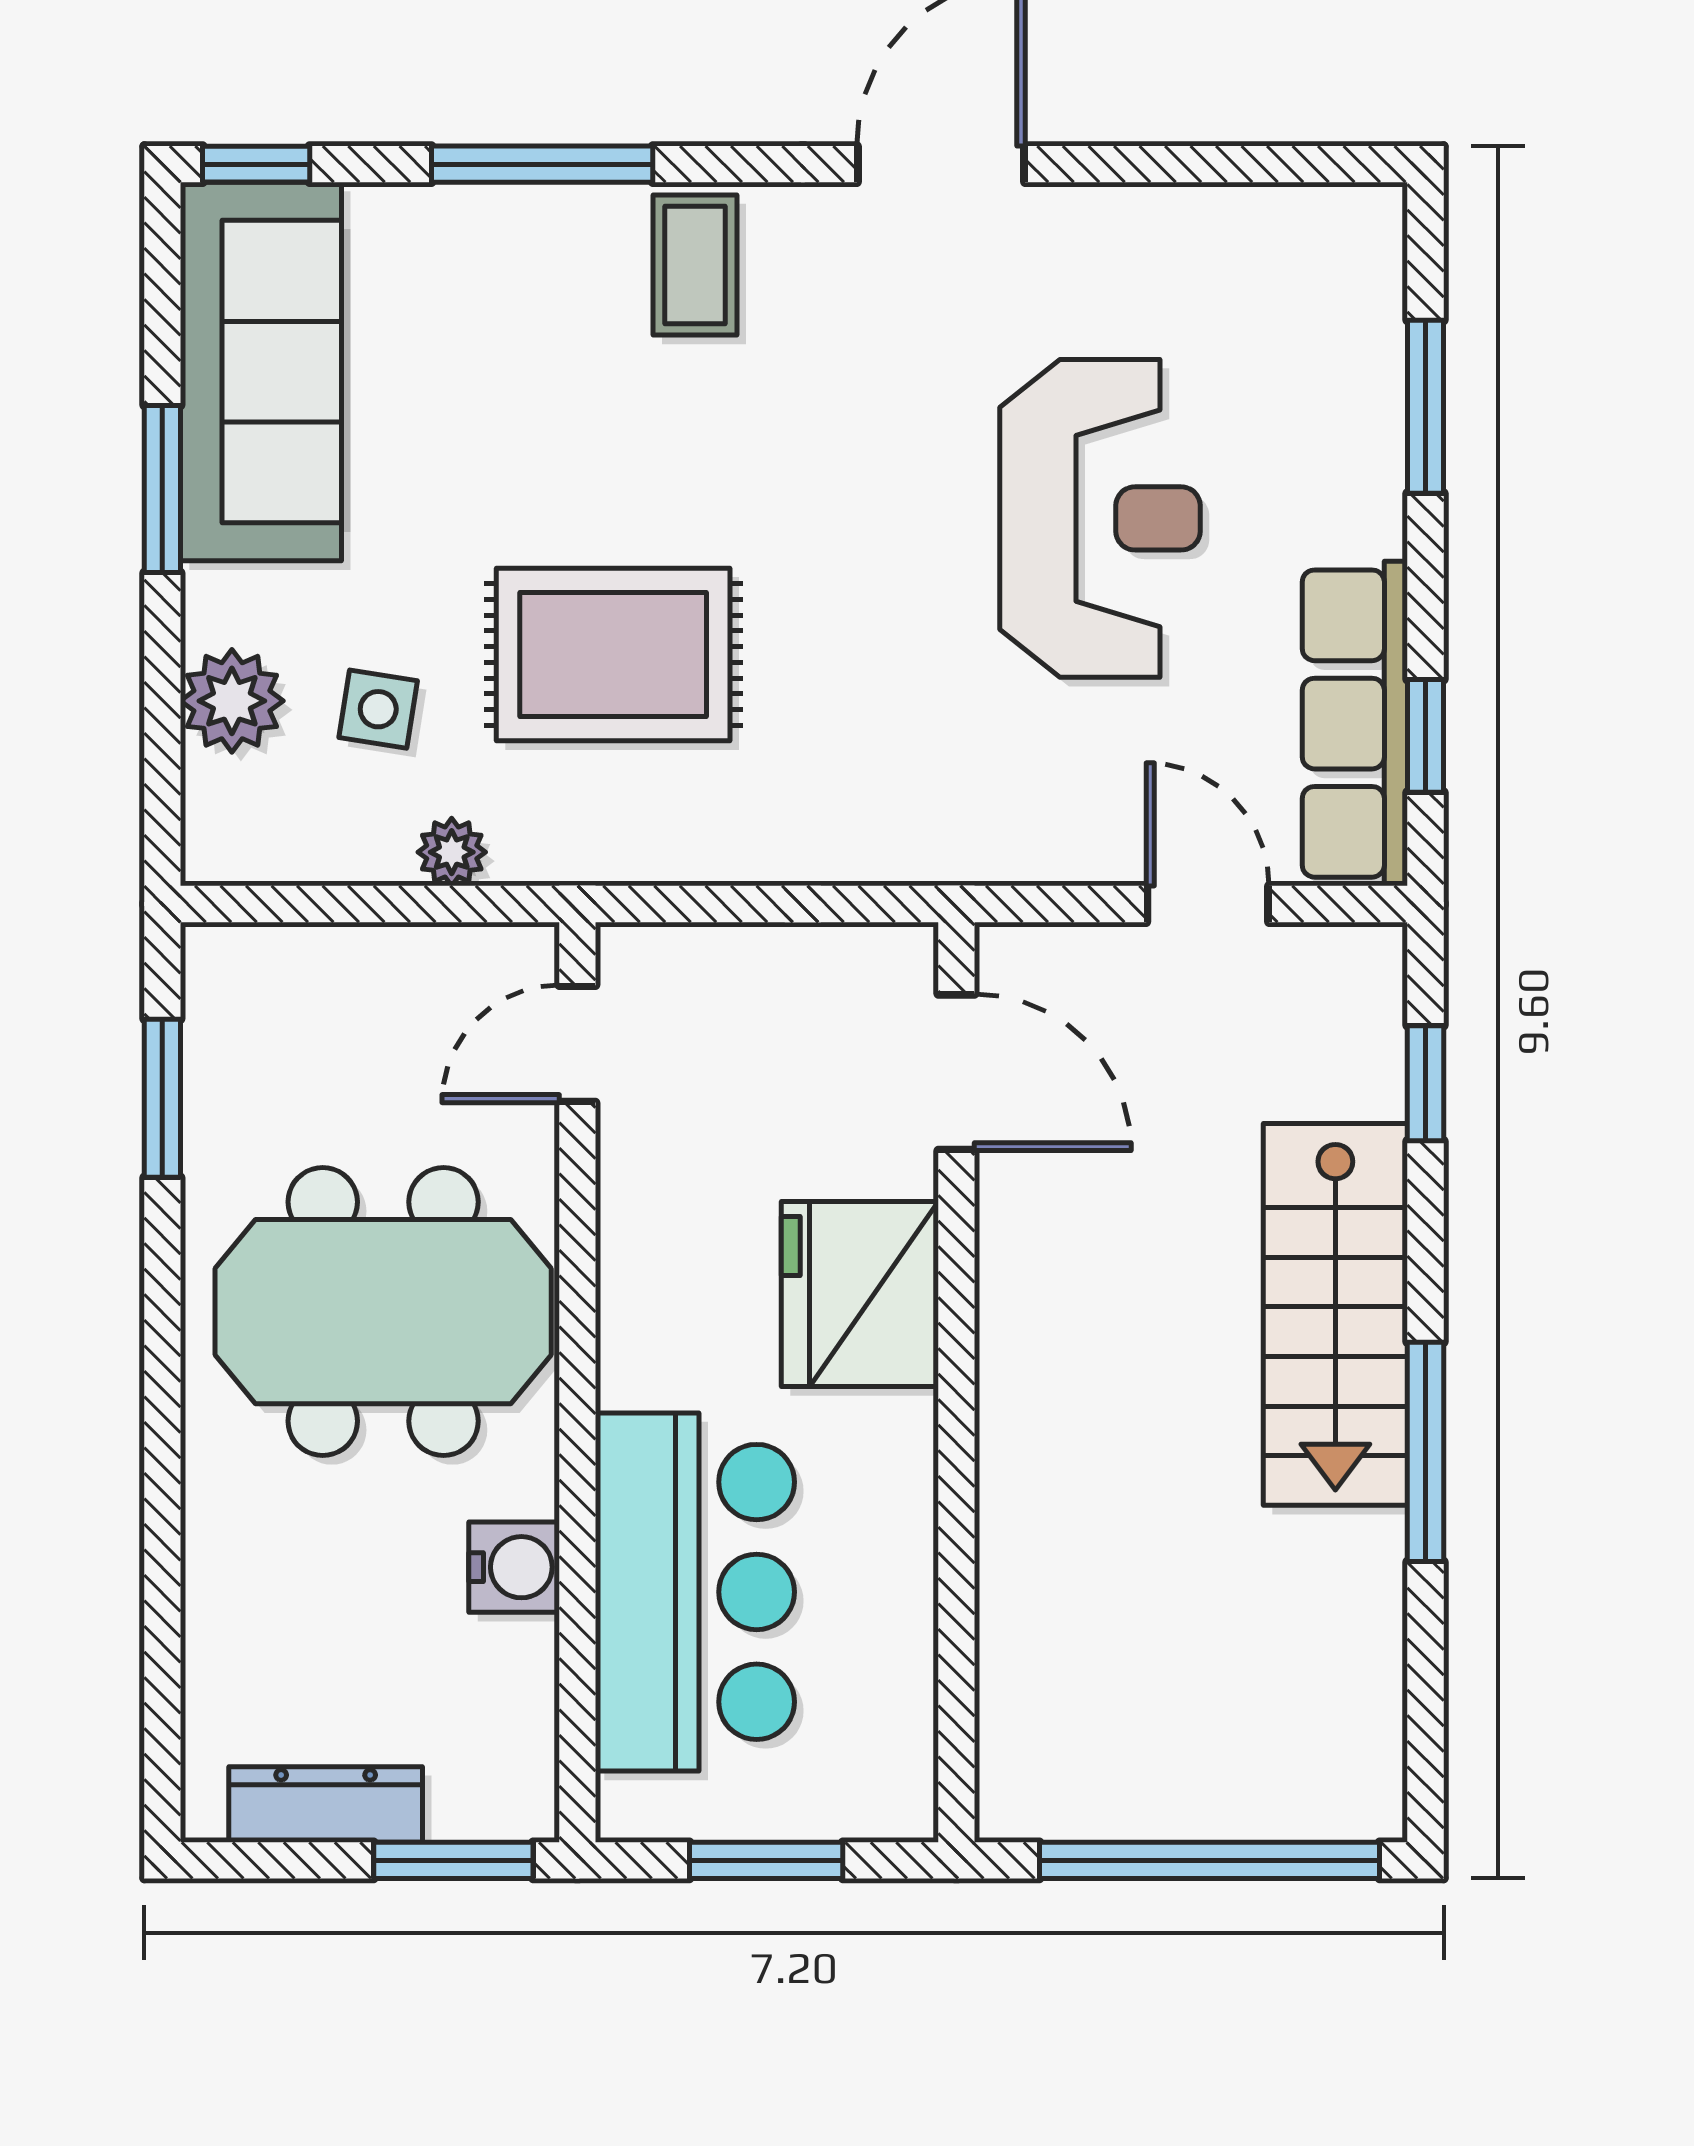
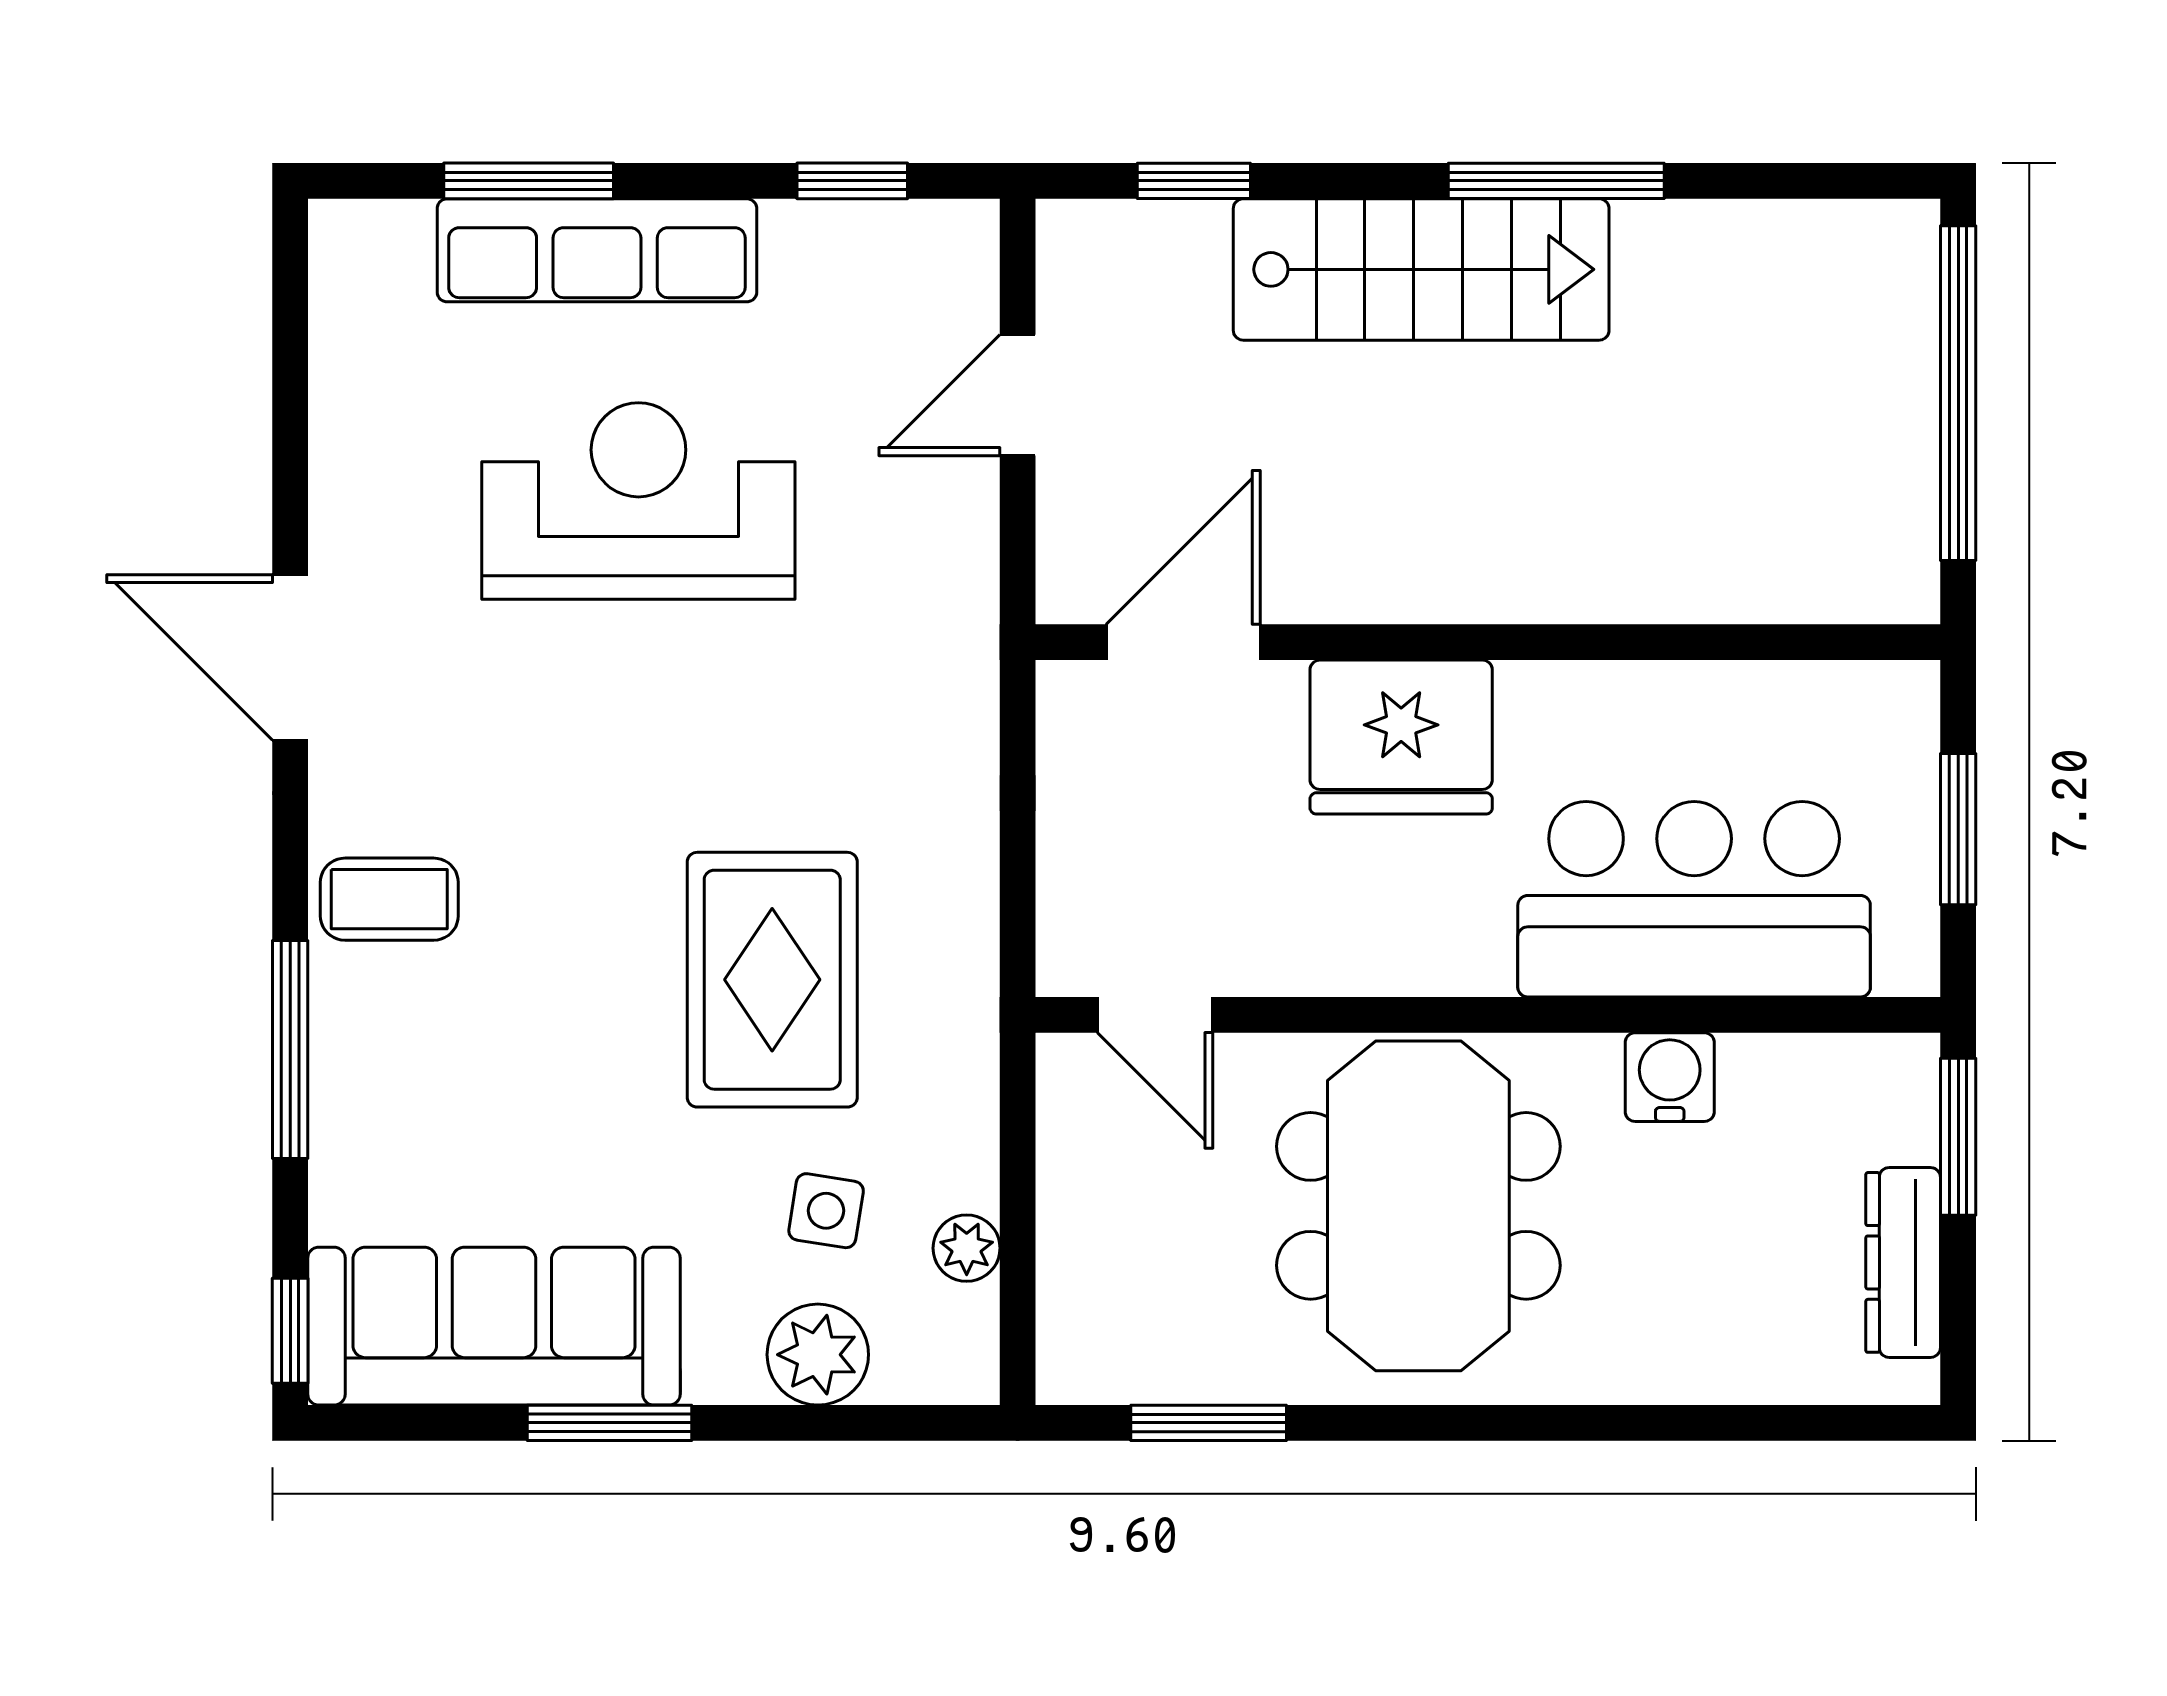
row of seats: (1355, 724) -> (597, 250), moved
plant: (452, 852) -> (967, 1248), moved

